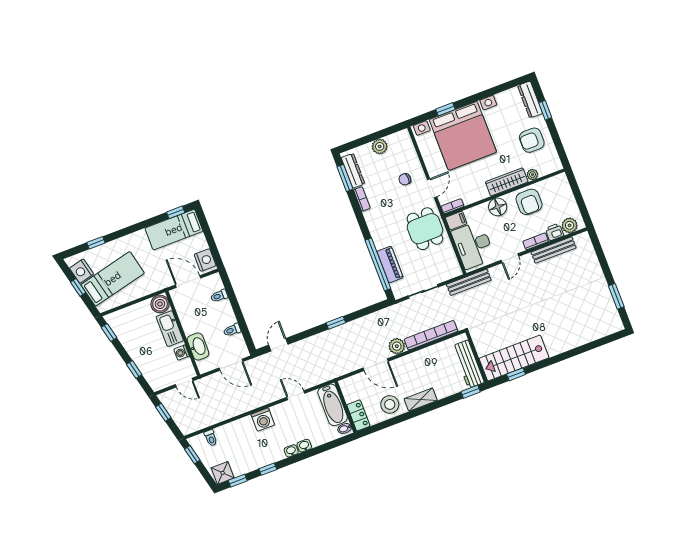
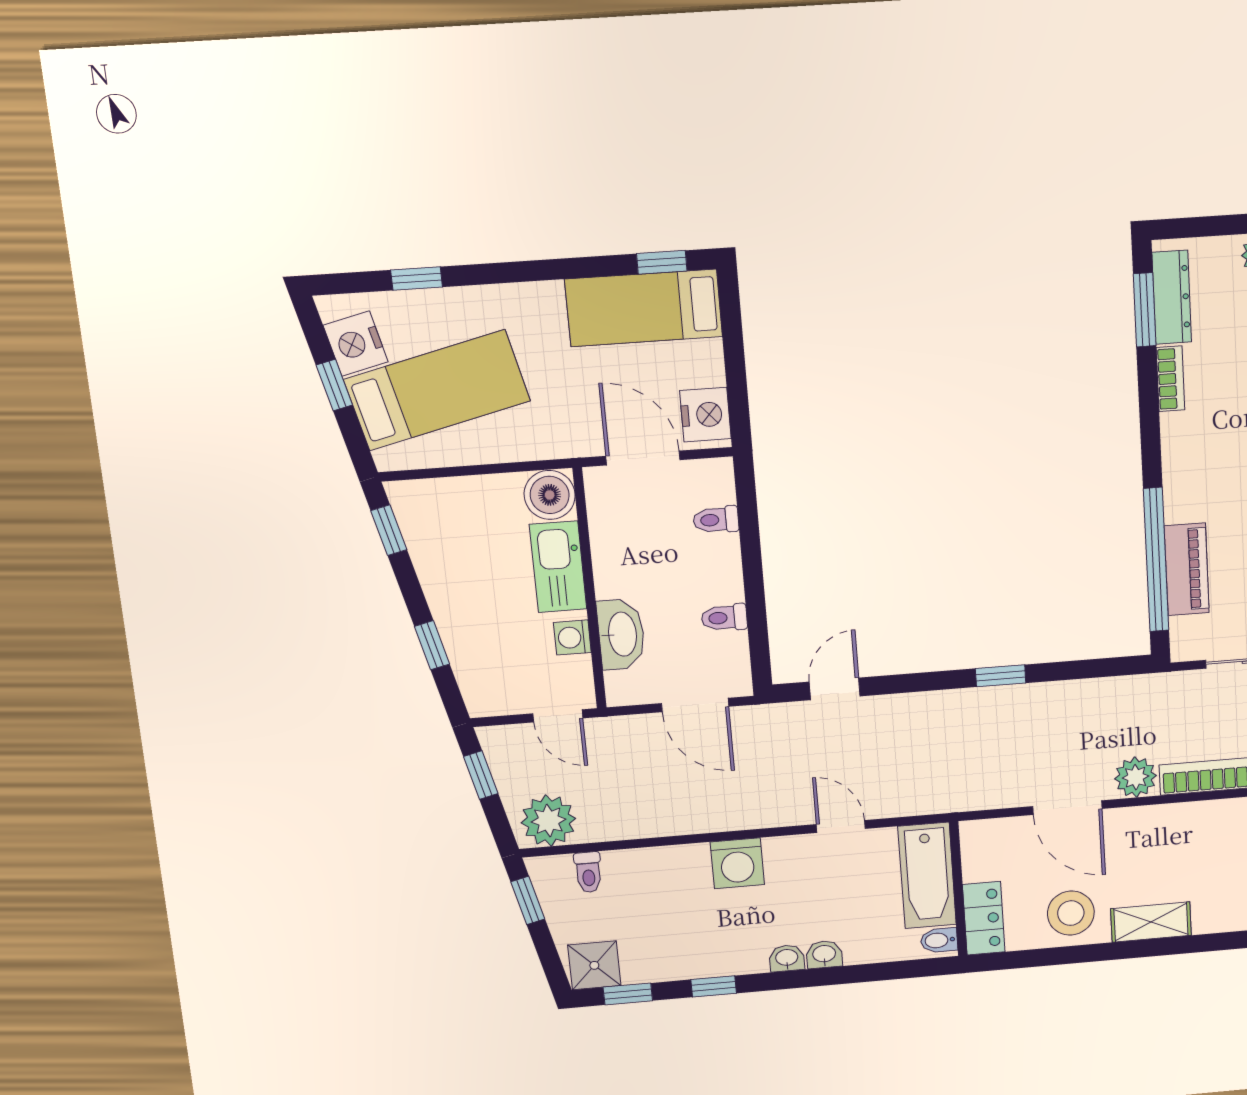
plant: (191, 422) -> (548, 821), added

